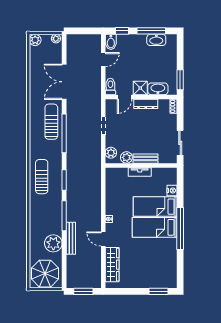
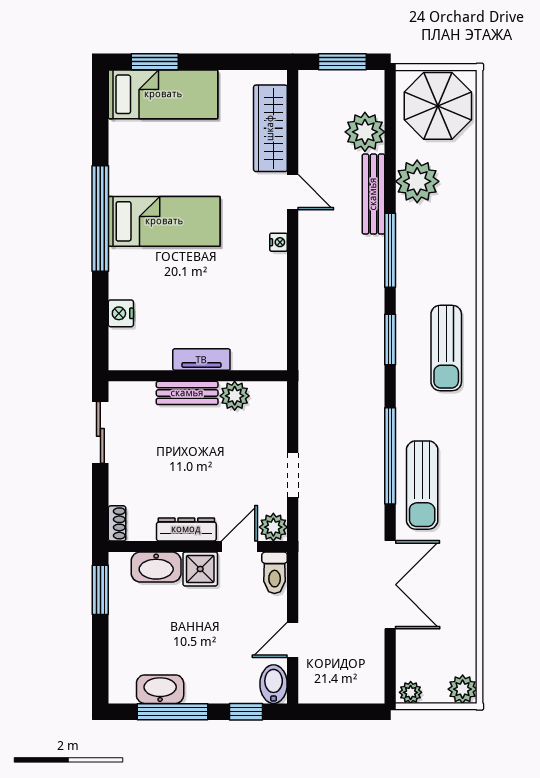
plant: (111, 153) -> (273, 527), moved
bed: (155, 207) -> (163, 94), moved
plant: (74, 263) -> (365, 132), added

